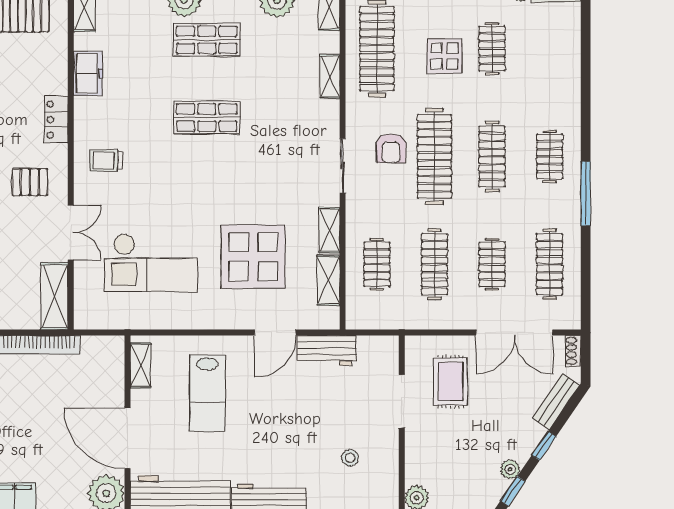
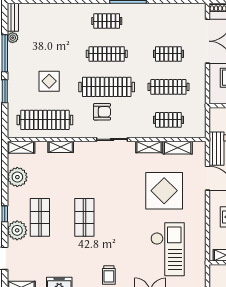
clothes rail: (492, 49) -> (45, 54), removed
clothes rail: (550, 264) -> (168, 21), removed

